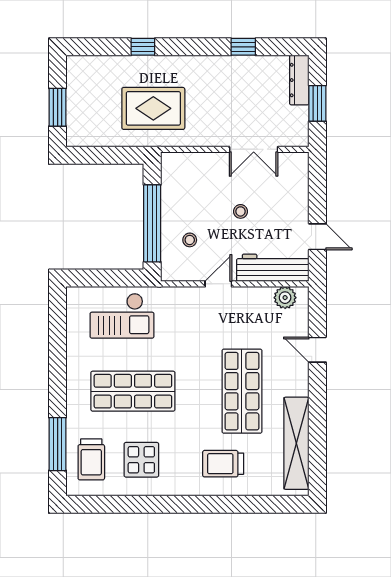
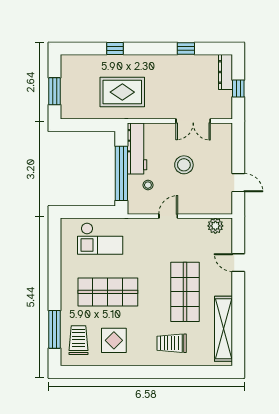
window: (317, 103) -> (238, 89), width x0.67
stool: (241, 211) -> (184, 165), width x1.89, depth x1.89
workbench: (273, 268) -> (137, 148), moved, turned 90
trolley: (91, 459) -> (78, 340), turned 180

